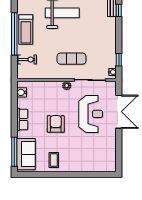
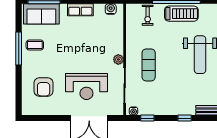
window: (119, 10) -> (185, 118), moved
treadmill: (26, 29) -> (181, 14), turned 180
armchair: (56, 124) -> (44, 87), moved, turned 90
window: (57, 174) -> (19, 48), added

